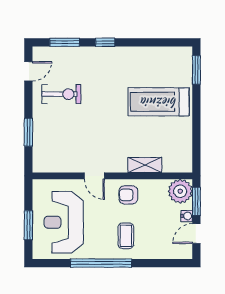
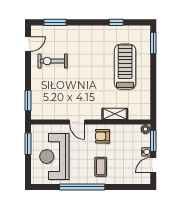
window: (105, 42) -> (116, 22), moved
exercise bike: (61, 94) -> (53, 61), turned 180
treadmill: (159, 102) -> (125, 67), turned 90
window: (28, 132) -> (28, 101), moved
plant: (180, 191) -> (145, 129), width x0.53, depth x0.53
window: (28, 225) -> (28, 144), moved

